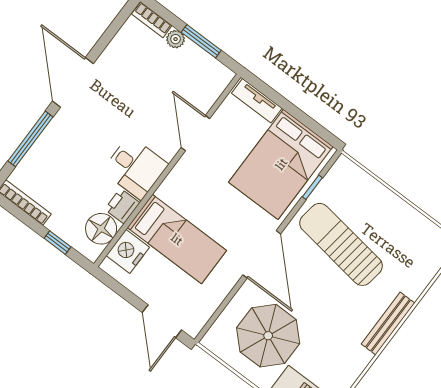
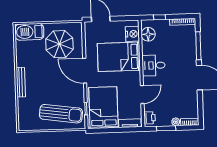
door: (195, 133) -> (142, 95), hinge flipped
printer: (122, 206) -> (150, 118), moved
bed: (177, 239) -> (119, 57), width x1.50
sun lounger: (341, 244) -> (61, 114), moved

